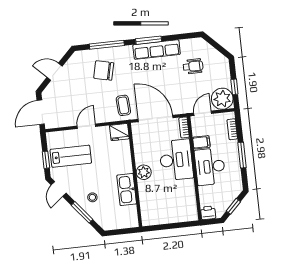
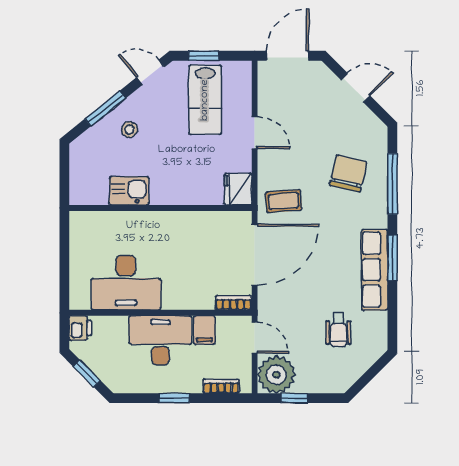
door: (55, 72) -> (356, 88), hinge flipped
door: (41, 112) -> (288, 56), hinge flipped
window: (242, 155) -> (174, 398), width x0.67
desk: (176, 160) -> (126, 283), moved
plant: (144, 172) -> (163, 224), removed
kitchen sink: (127, 190) -> (129, 191), width x0.73

